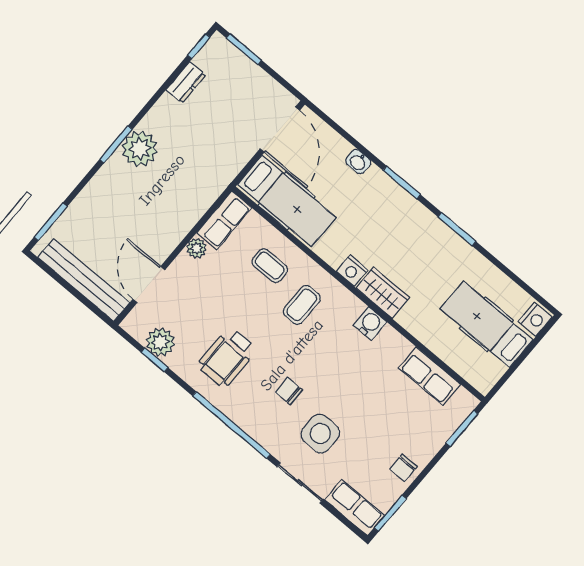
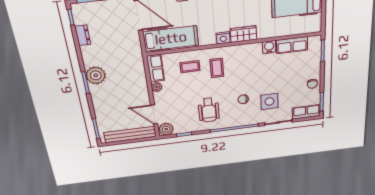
water cooler: (370, 323) -> (269, 47), moved
plant: (160, 342) -> (166, 129), moved

